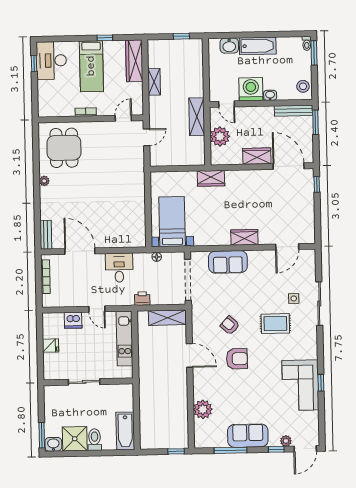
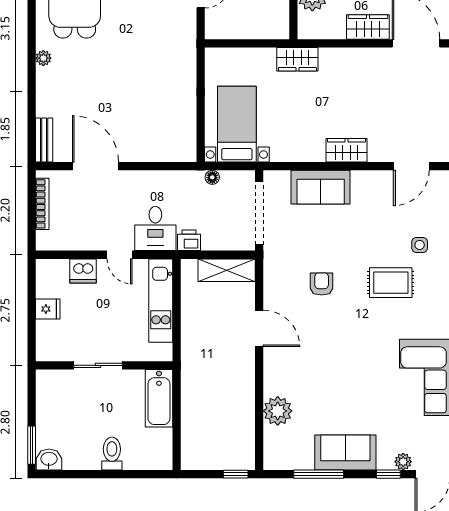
desk: (119, 268) -> (155, 228), moved, turned 180
armchair: (230, 325) -> (322, 284), turned 48
armchair: (237, 359) -> (331, 335), removed
bathtub: (125, 431) -> (159, 398), moved
shower: (75, 439) -> (82, 452), removed

